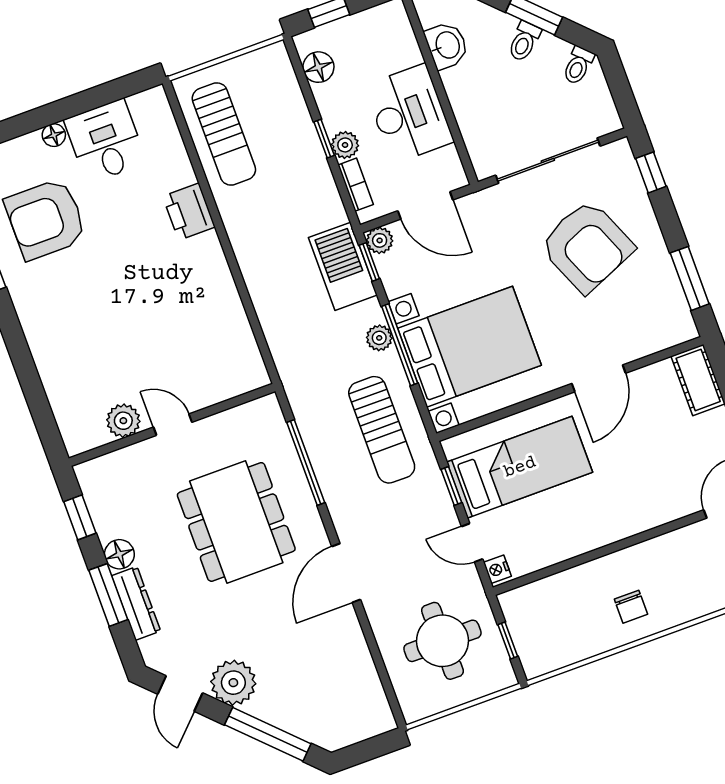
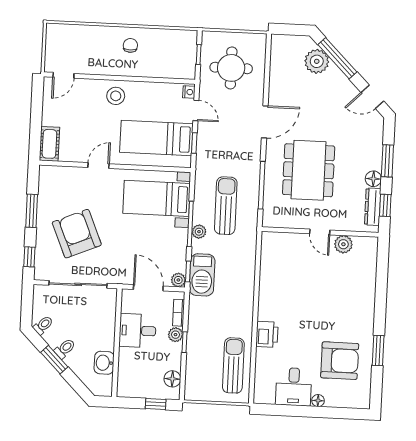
desk: (409, 114) -> (137, 331), width x0.73
window: (690, 278) -> (32, 211), moved
bed with nightstands: (469, 347) -> (157, 198), width x0.73
door: (599, 378) -> (99, 166), width x0.73
sun lounger: (382, 430) -> (226, 206), moved
stool: (620, 510) -> (116, 96), added
dresser: (136, 603) -> (373, 207), moved
plant: (233, 683) -> (317, 61), moved
door: (180, 694) -> (372, 97), swing flipped

